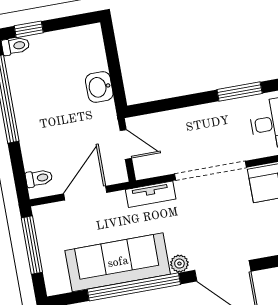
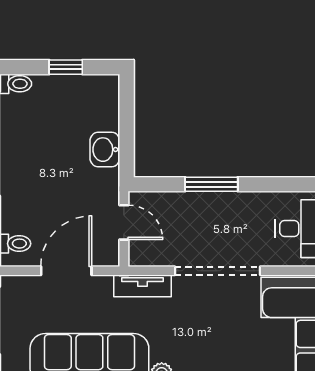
window: (29, 29) -> (66, 67), moved
window: (240, 91) -> (211, 184), moved

